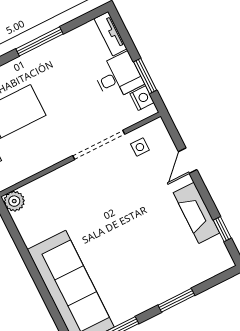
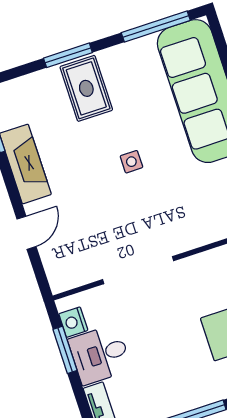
side table: (140, 147) -> (131, 162), moved
rug: (159, 277) -> (86, 88), added

